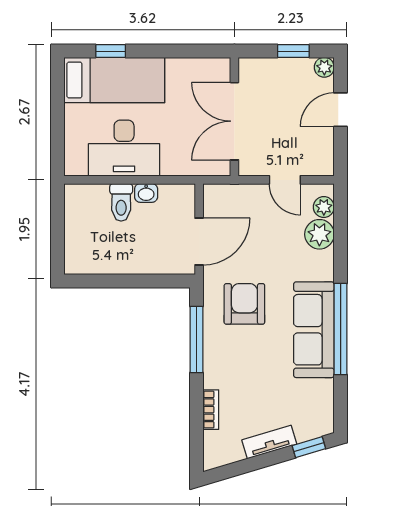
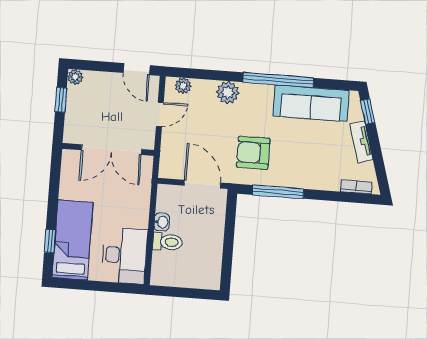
door: (341, 110) -> (137, 69), moved
desk: (124, 148) -> (124, 255), moved
plant: (319, 234) -> (228, 93), moved
sofa: (314, 330) -> (311, 103), moved
bookcase: (211, 410) -> (356, 187), moved

